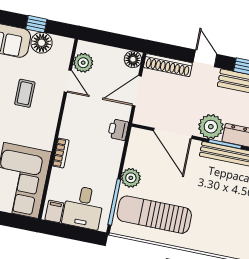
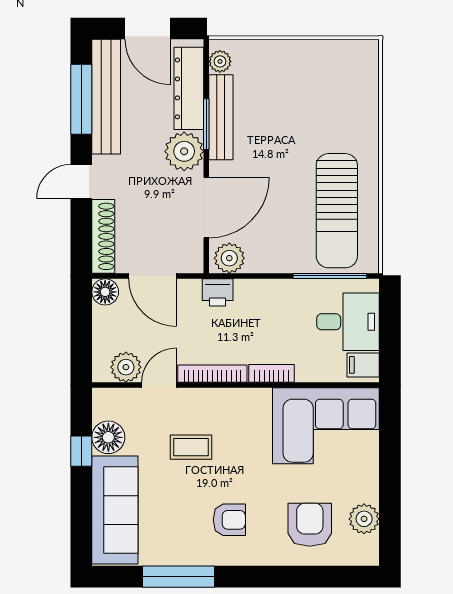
bookcase: (68, 116) -> (212, 374), added
plant: (131, 178) -> (229, 258), moved

